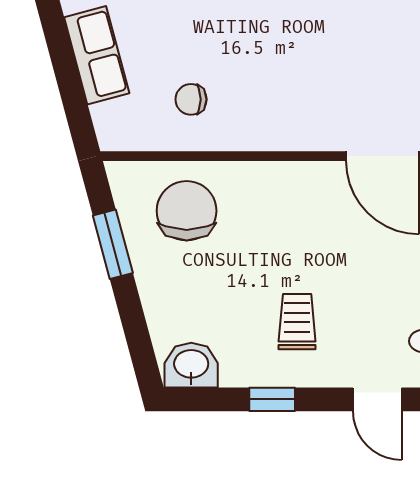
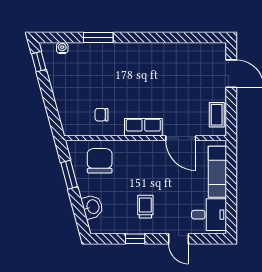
row of seats: (97, 55) -> (143, 127), moved, turned -75
washbasin: (191, 365) -> (92, 207), moved, turned 75

